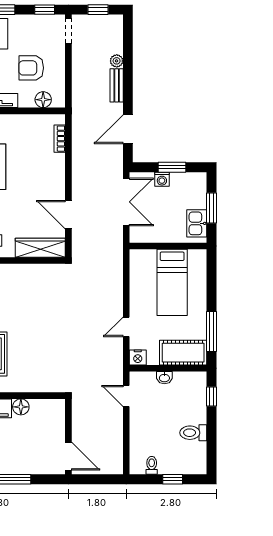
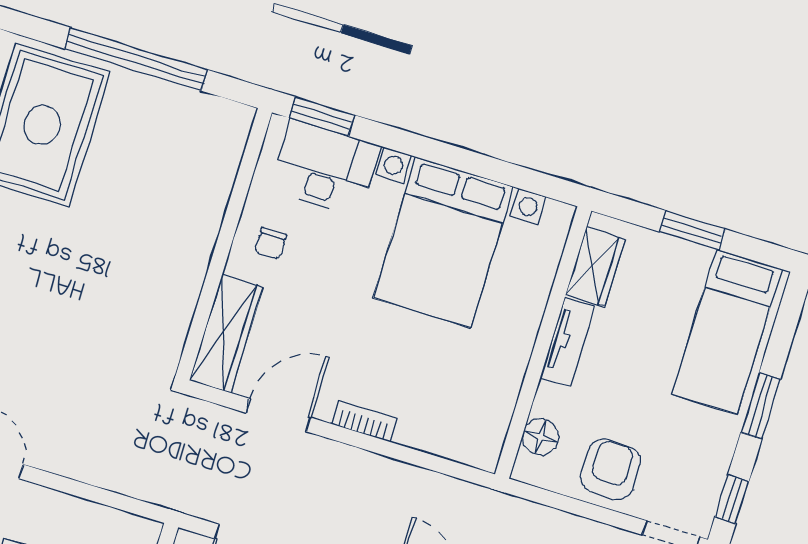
armchair: (31, 68) -> (611, 469), moved
bookcase: (60, 139) -> (364, 421), moved

